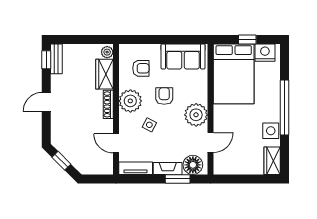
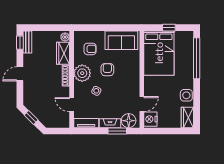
nightstand: (265, 53) -> (150, 119), moved, turned -90
window: (285, 108) -> (197, 58), moved
plant: (196, 115) -> (131, 83), removed

